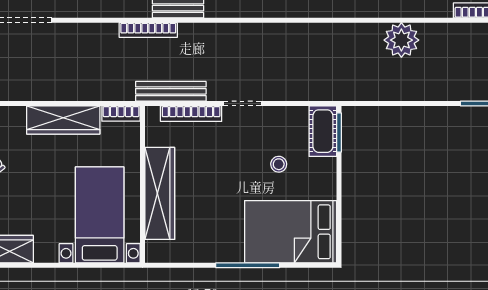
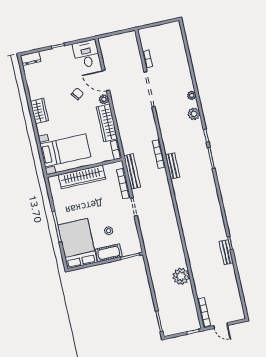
plant: (15, 116) -> (104, 99), added
cot: (323, 131) -> (109, 253), moved

